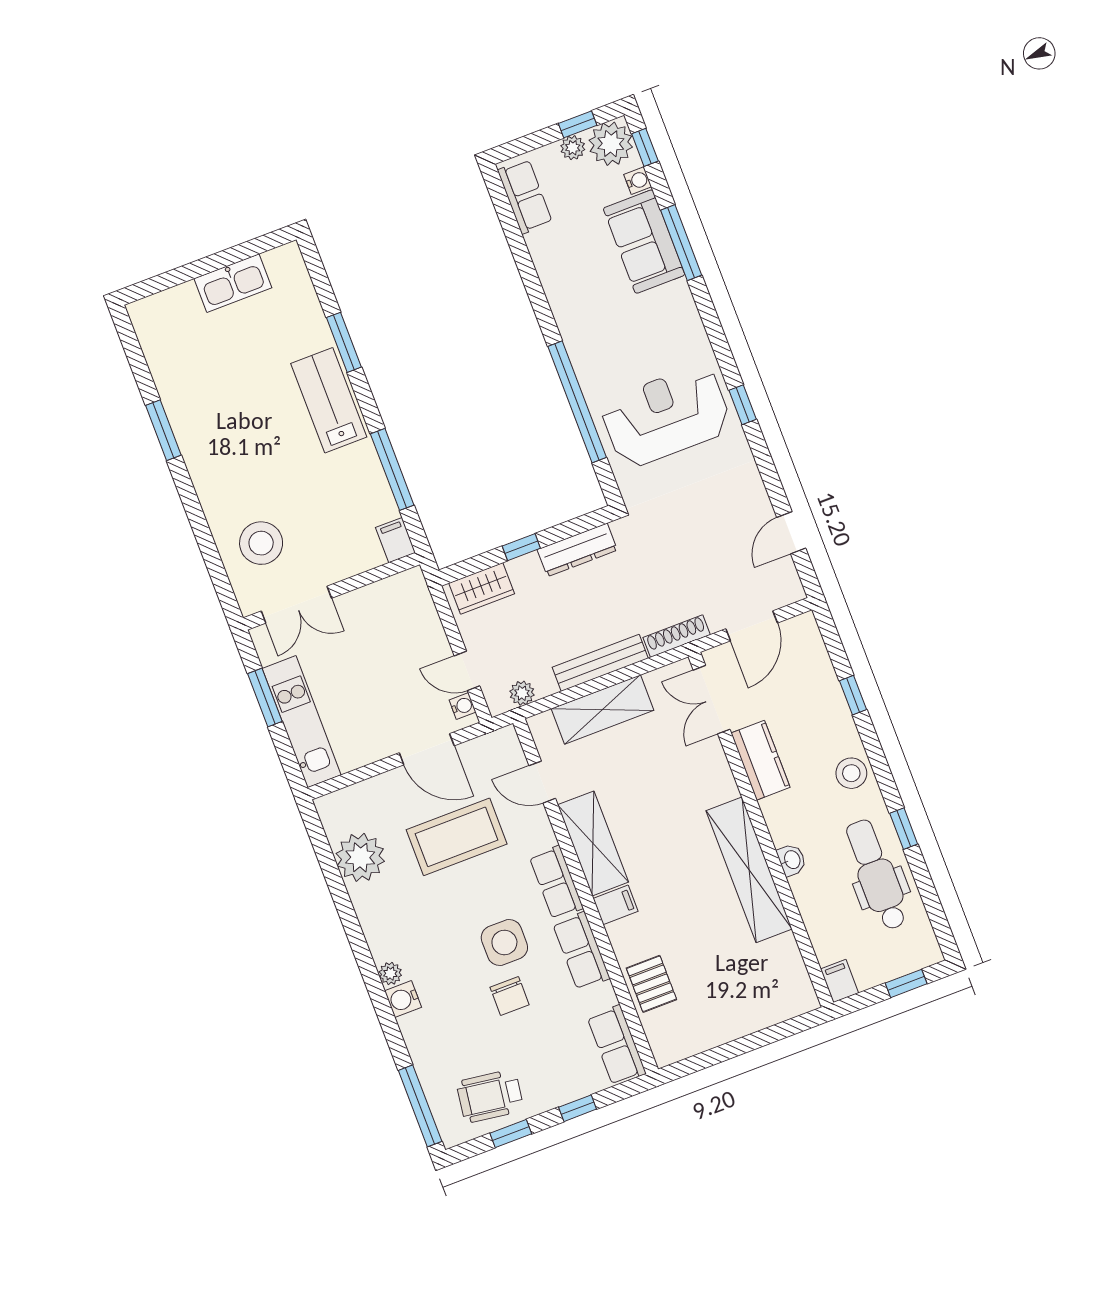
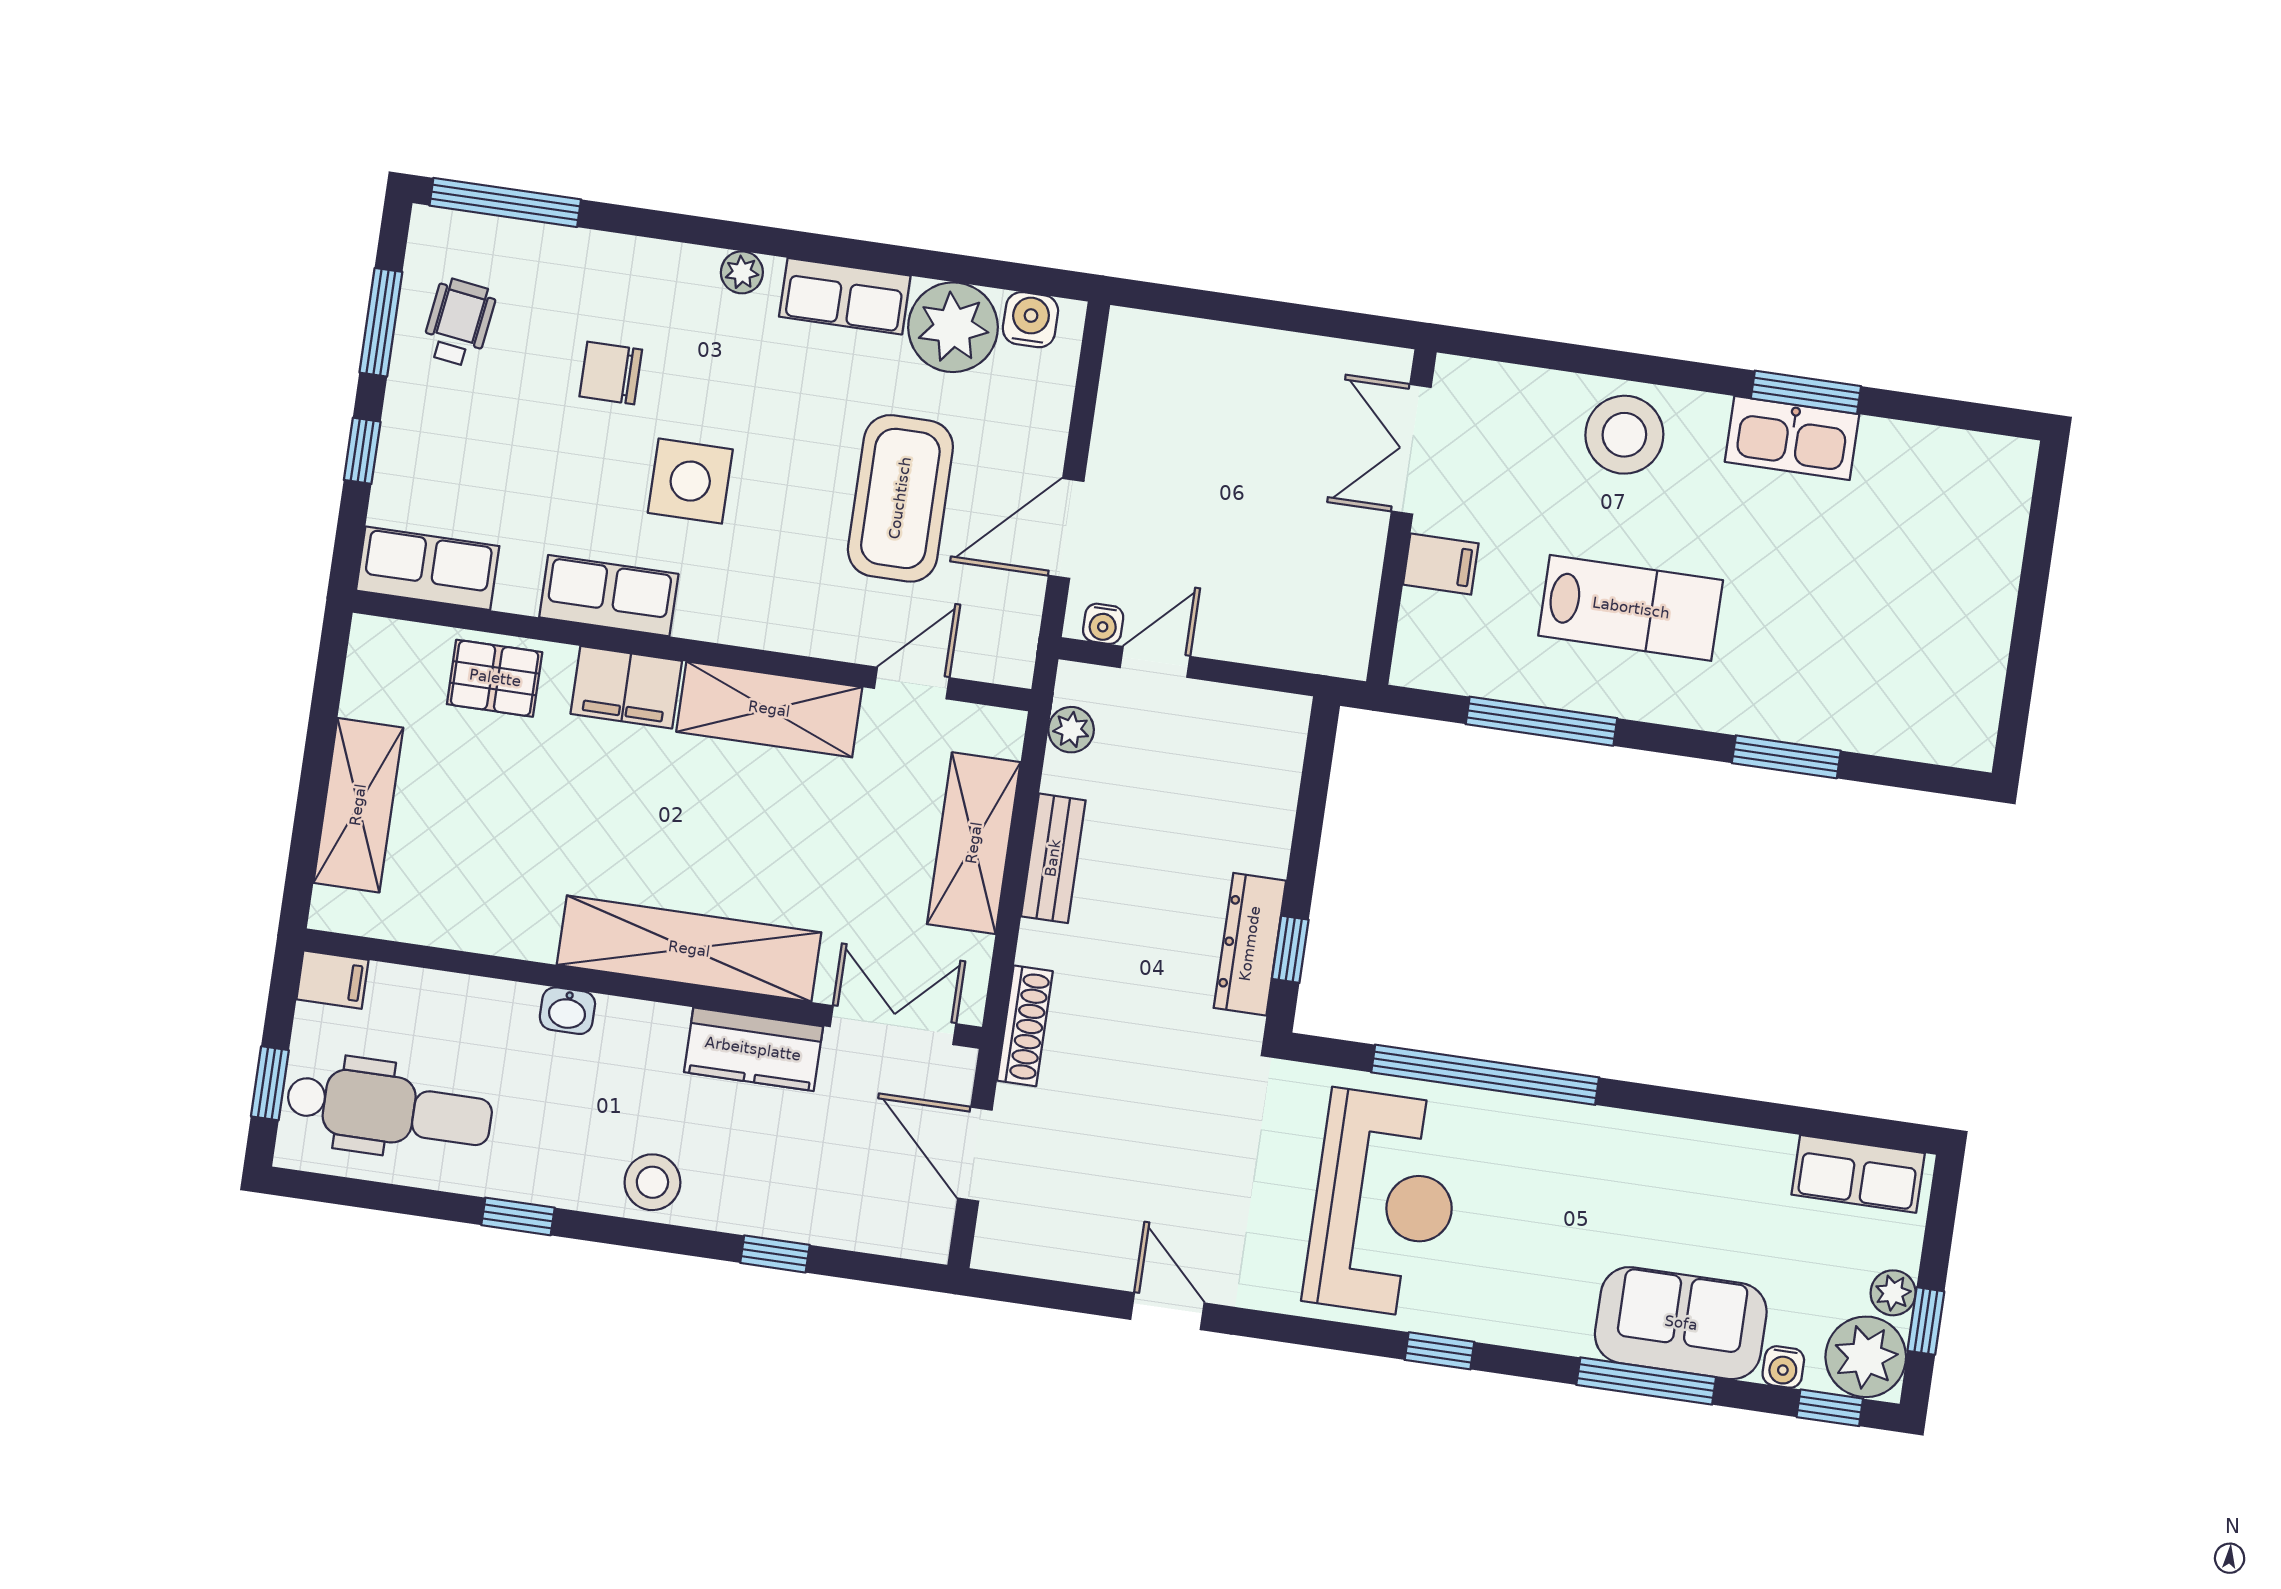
kitchen sink: (233, 283) -> (1792, 438), moved, turned -90
lab bench: (329, 400) -> (1631, 608), moved
window: (743, 405) -> (1440, 1351), moved
door: (791, 533) -> (1167, 1311), moved
filing cabinet: (396, 540) -> (1441, 564), moved
stool: (261, 543) -> (1624, 435), moved
window: (521, 547) -> (1290, 949), moved
wardrobe: (482, 588) -> (1273, 758), removed
bench: (600, 663) -> (1053, 858), width x0.73
window: (265, 697) -> (1292, 317), removed
kitchen unit: (302, 722) -> (1221, 354), removed
shelving: (749, 870) -> (689, 949), moved
dental chair: (877, 875) -> (389, 1109), moved
row of seats: (556, 883) -> (845, 296), moved, turned 180
filing cabinet: (616, 905) -> (626, 687), width x2.00
chair: (510, 996) -> (611, 373), moved
water cooler: (403, 999) -> (1030, 320), moved
shelving: (749, 1015) -> (358, 805), added
wheelchair: (490, 1096) -> (459, 322), width x0.73, depth x0.73
window: (511, 1134) -> (381, 322), width x1.50

